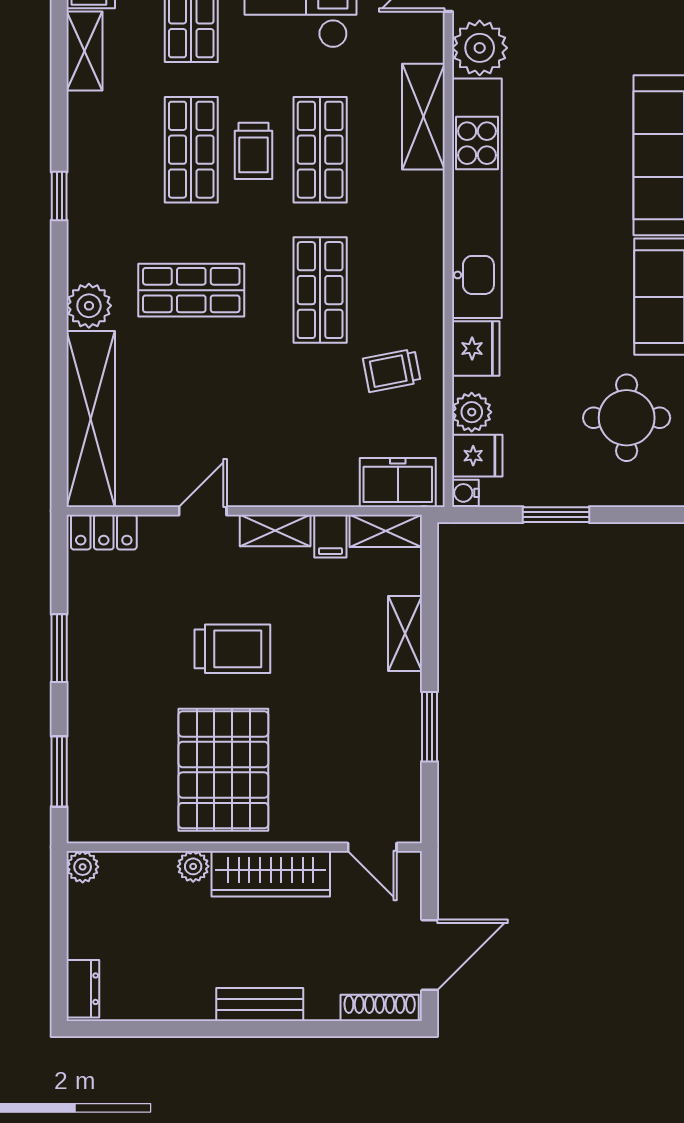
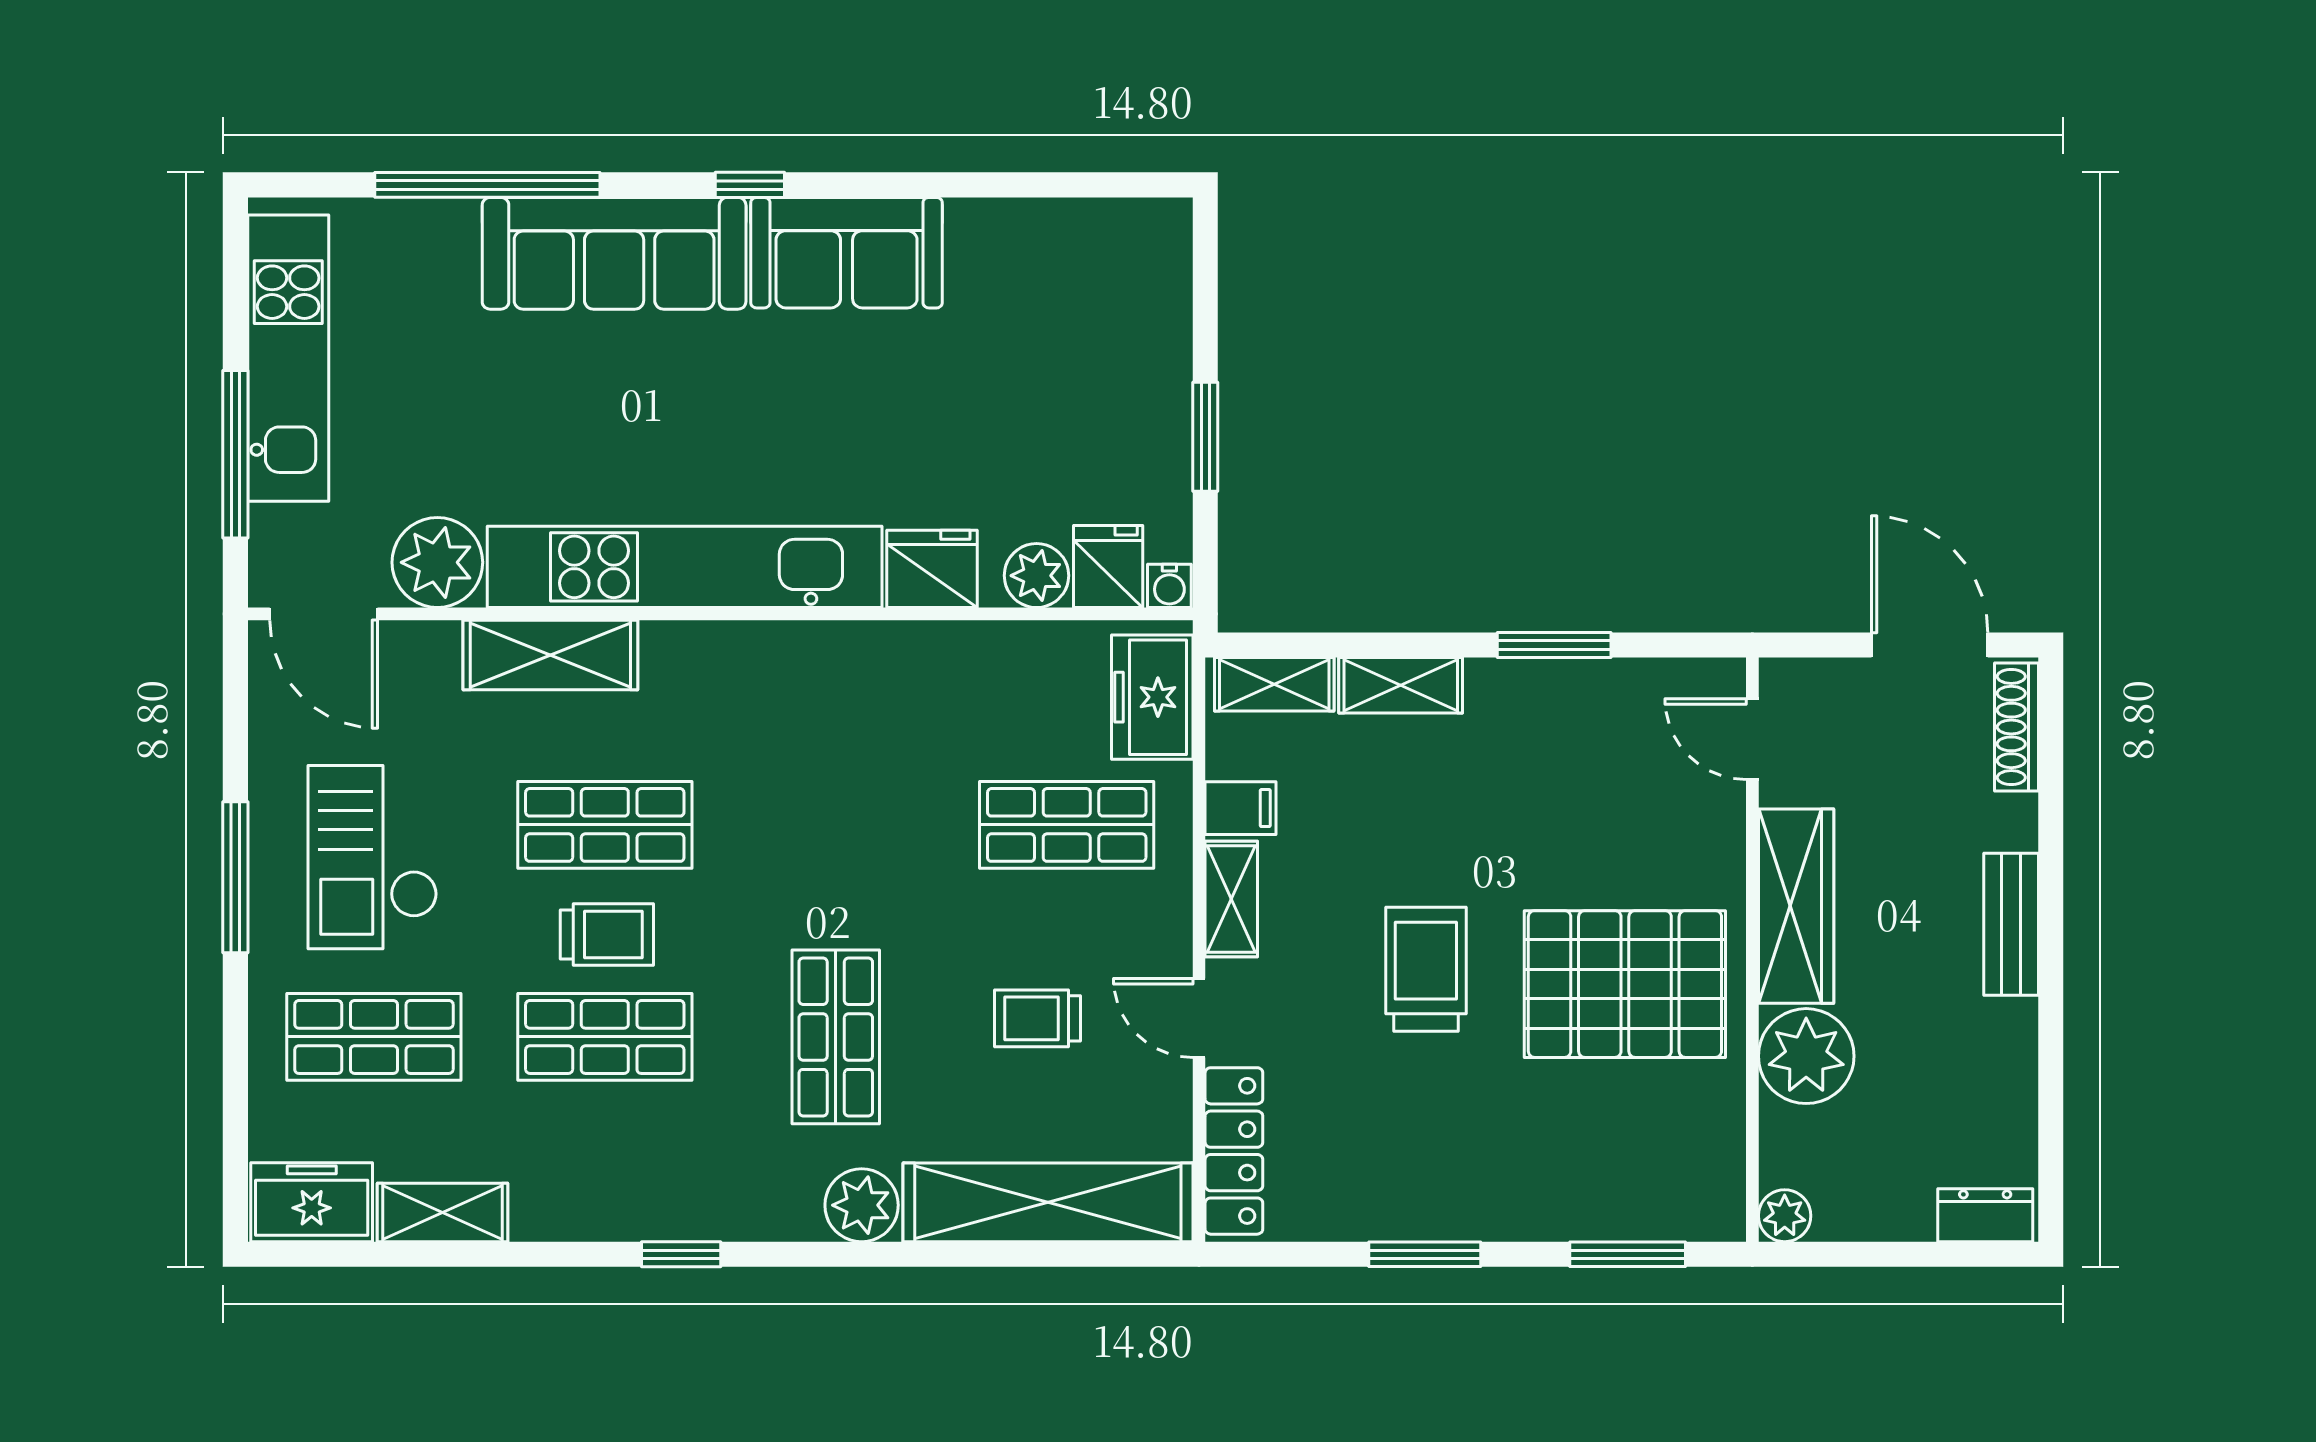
shop shelf: (320, 290) -> (1067, 825), moved
trolley: (392, 370) -> (1038, 1018), moved, turned 101
round table: (627, 418) -> (1046, 321), removed
shelving: (386, 531) -> (1274, 684), moved, turned 90
locker: (104, 532) -> (1234, 1151), width x1.53
door: (372, 847) -> (1752, 739), swing flipped
plant: (193, 866) -> (1806, 1056), width x1.88, depth x1.88

